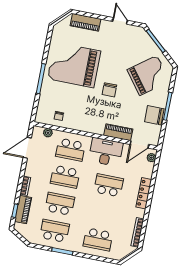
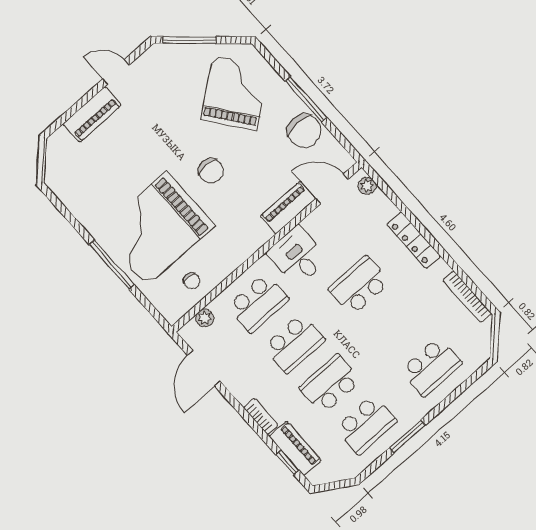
piano: (86, 22) -> (92, 114), moved
grand piano: (74, 65) -> (157, 229), moved
chair: (154, 115) -> (304, 131), turned -90
door: (139, 144) -> (332, 189), swing flipped
desk: (106, 152) -> (298, 256), width x0.73
school desk: (55, 231) -> (366, 425), turned 180

